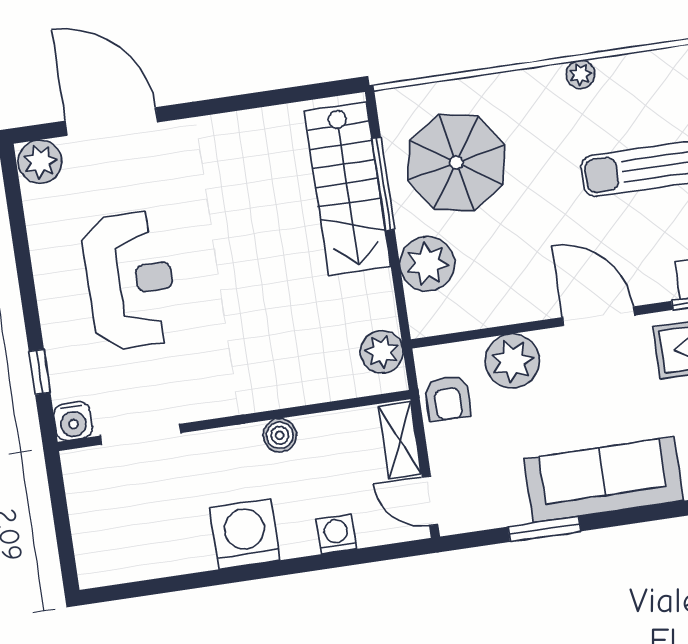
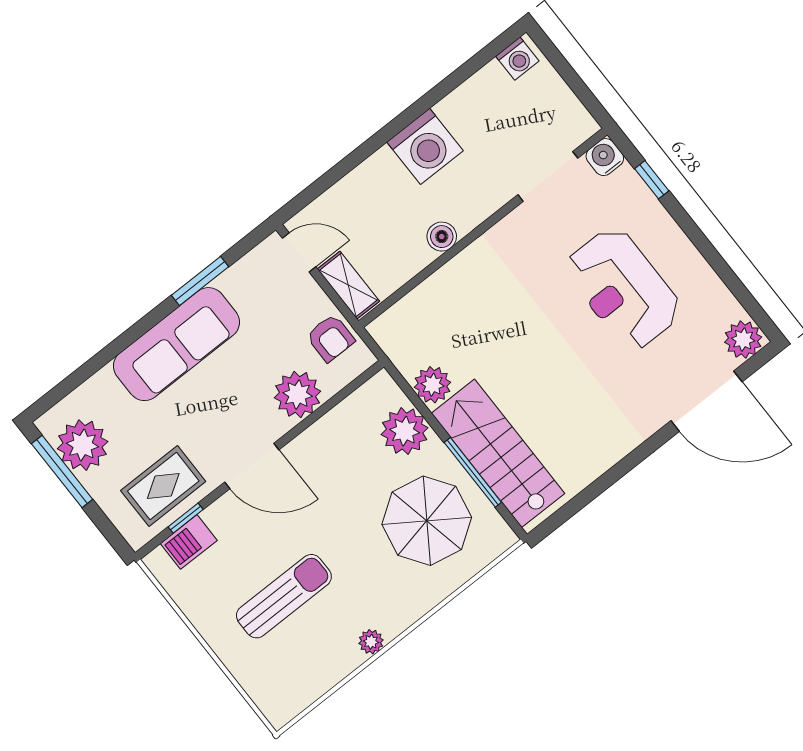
plant: (382, 352) -> (433, 385), moved
armchair: (448, 398) -> (331, 338), turned 180
washing machine: (336, 534) -> (517, 59), moved

